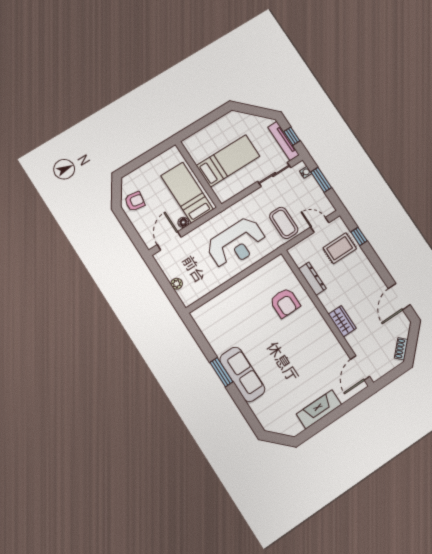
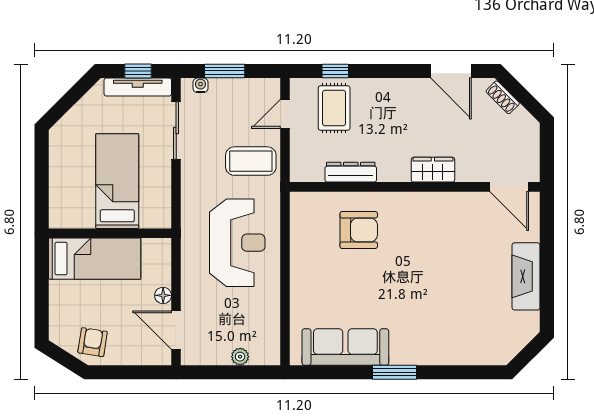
bed: (187, 193) -> (95, 259), moved, turned 180
shoe rack: (401, 349) -> (503, 97), moved
sofa: (242, 374) -> (345, 347), moved

